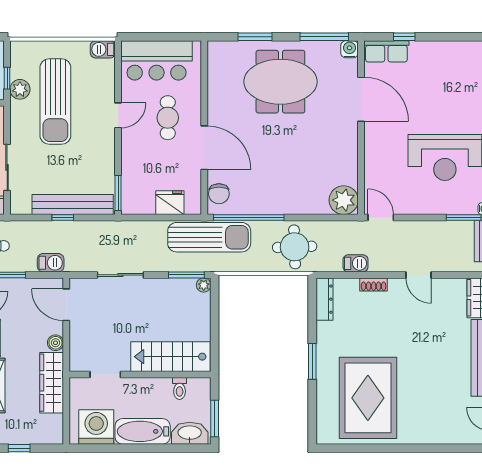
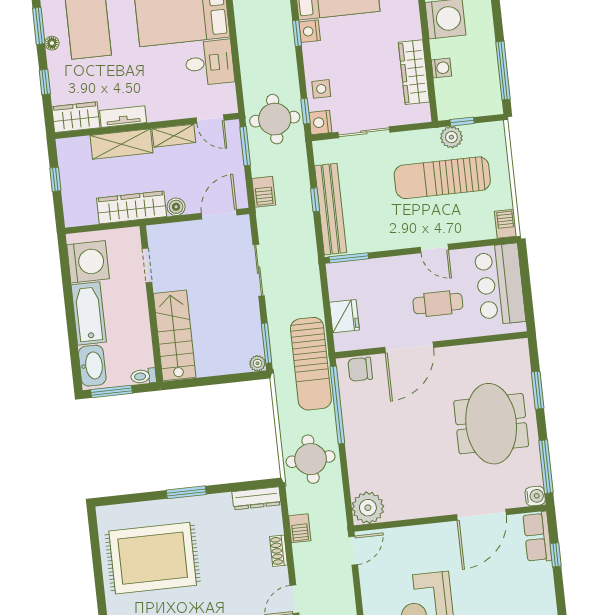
toilet: (180, 388) -> (143, 376), moved

